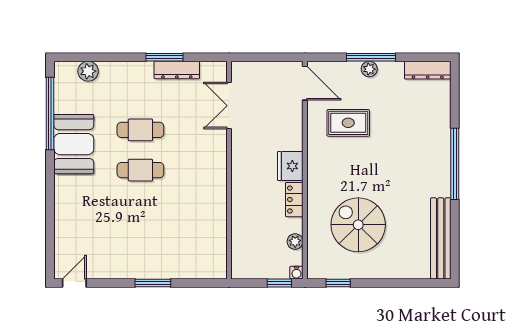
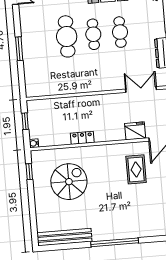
fridge: (290, 166) -> (135, 131), moved
cafe table: (140, 210) -> (67, 36), added
plant: (295, 242) -> (54, 141), removed
window: (279, 283) -> (25, 121), moved

